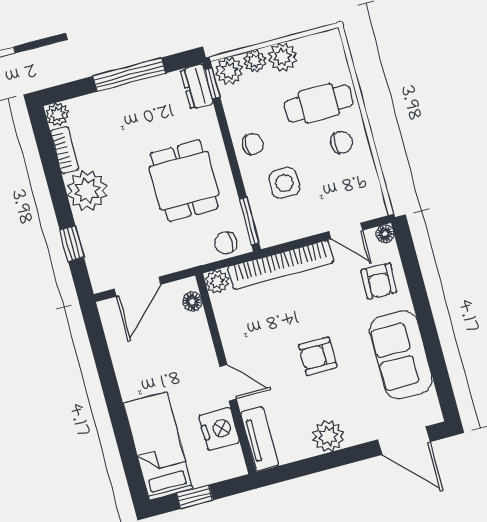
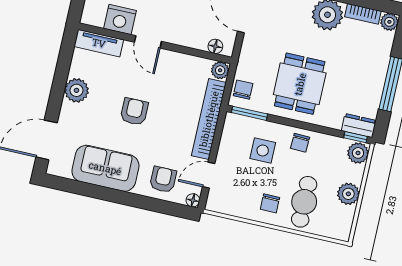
plant: (255, 61) -> (355, 174), removed
dining table: (184, 181) -> (300, 84), turned 90
armchair: (379, 281) -> (163, 180), turned 88
door: (228, 383) -> (148, 42), hinge flipped

